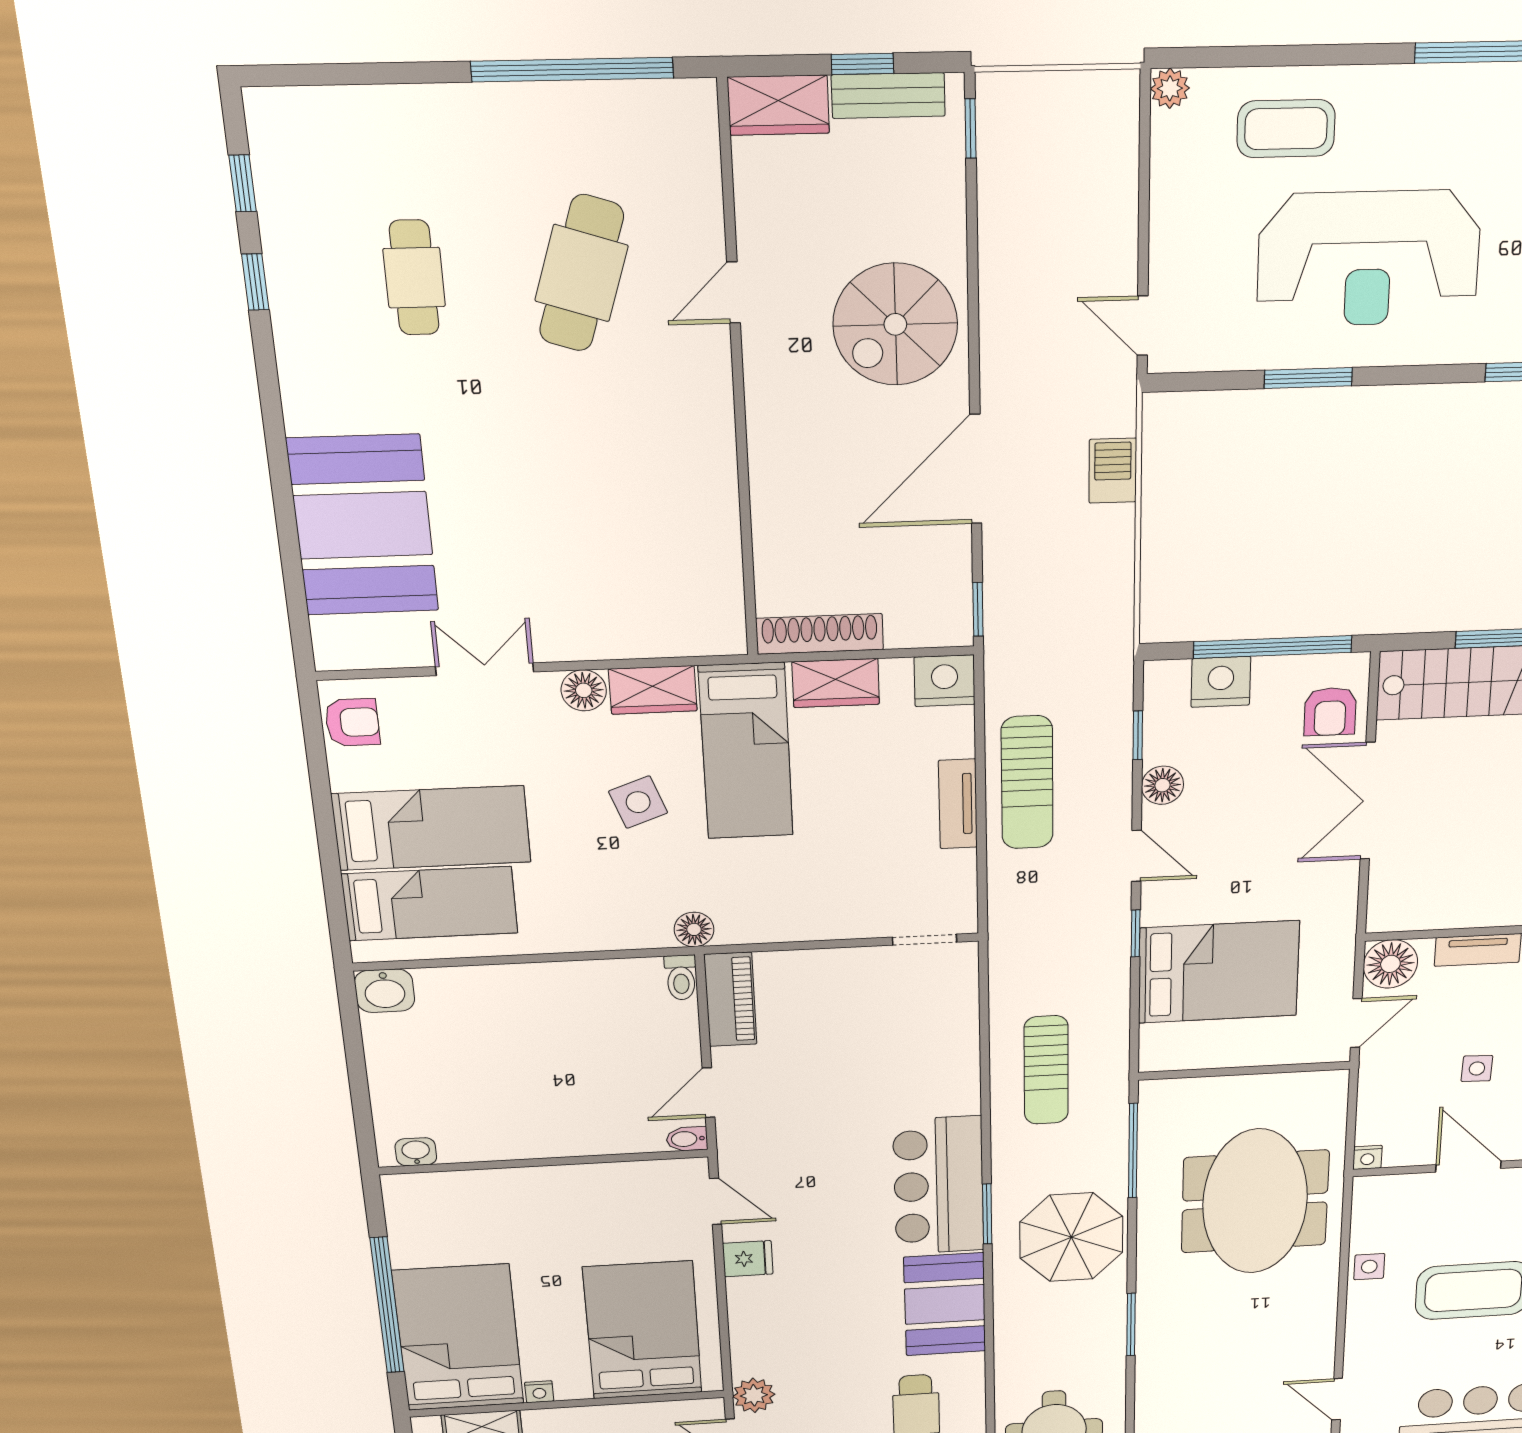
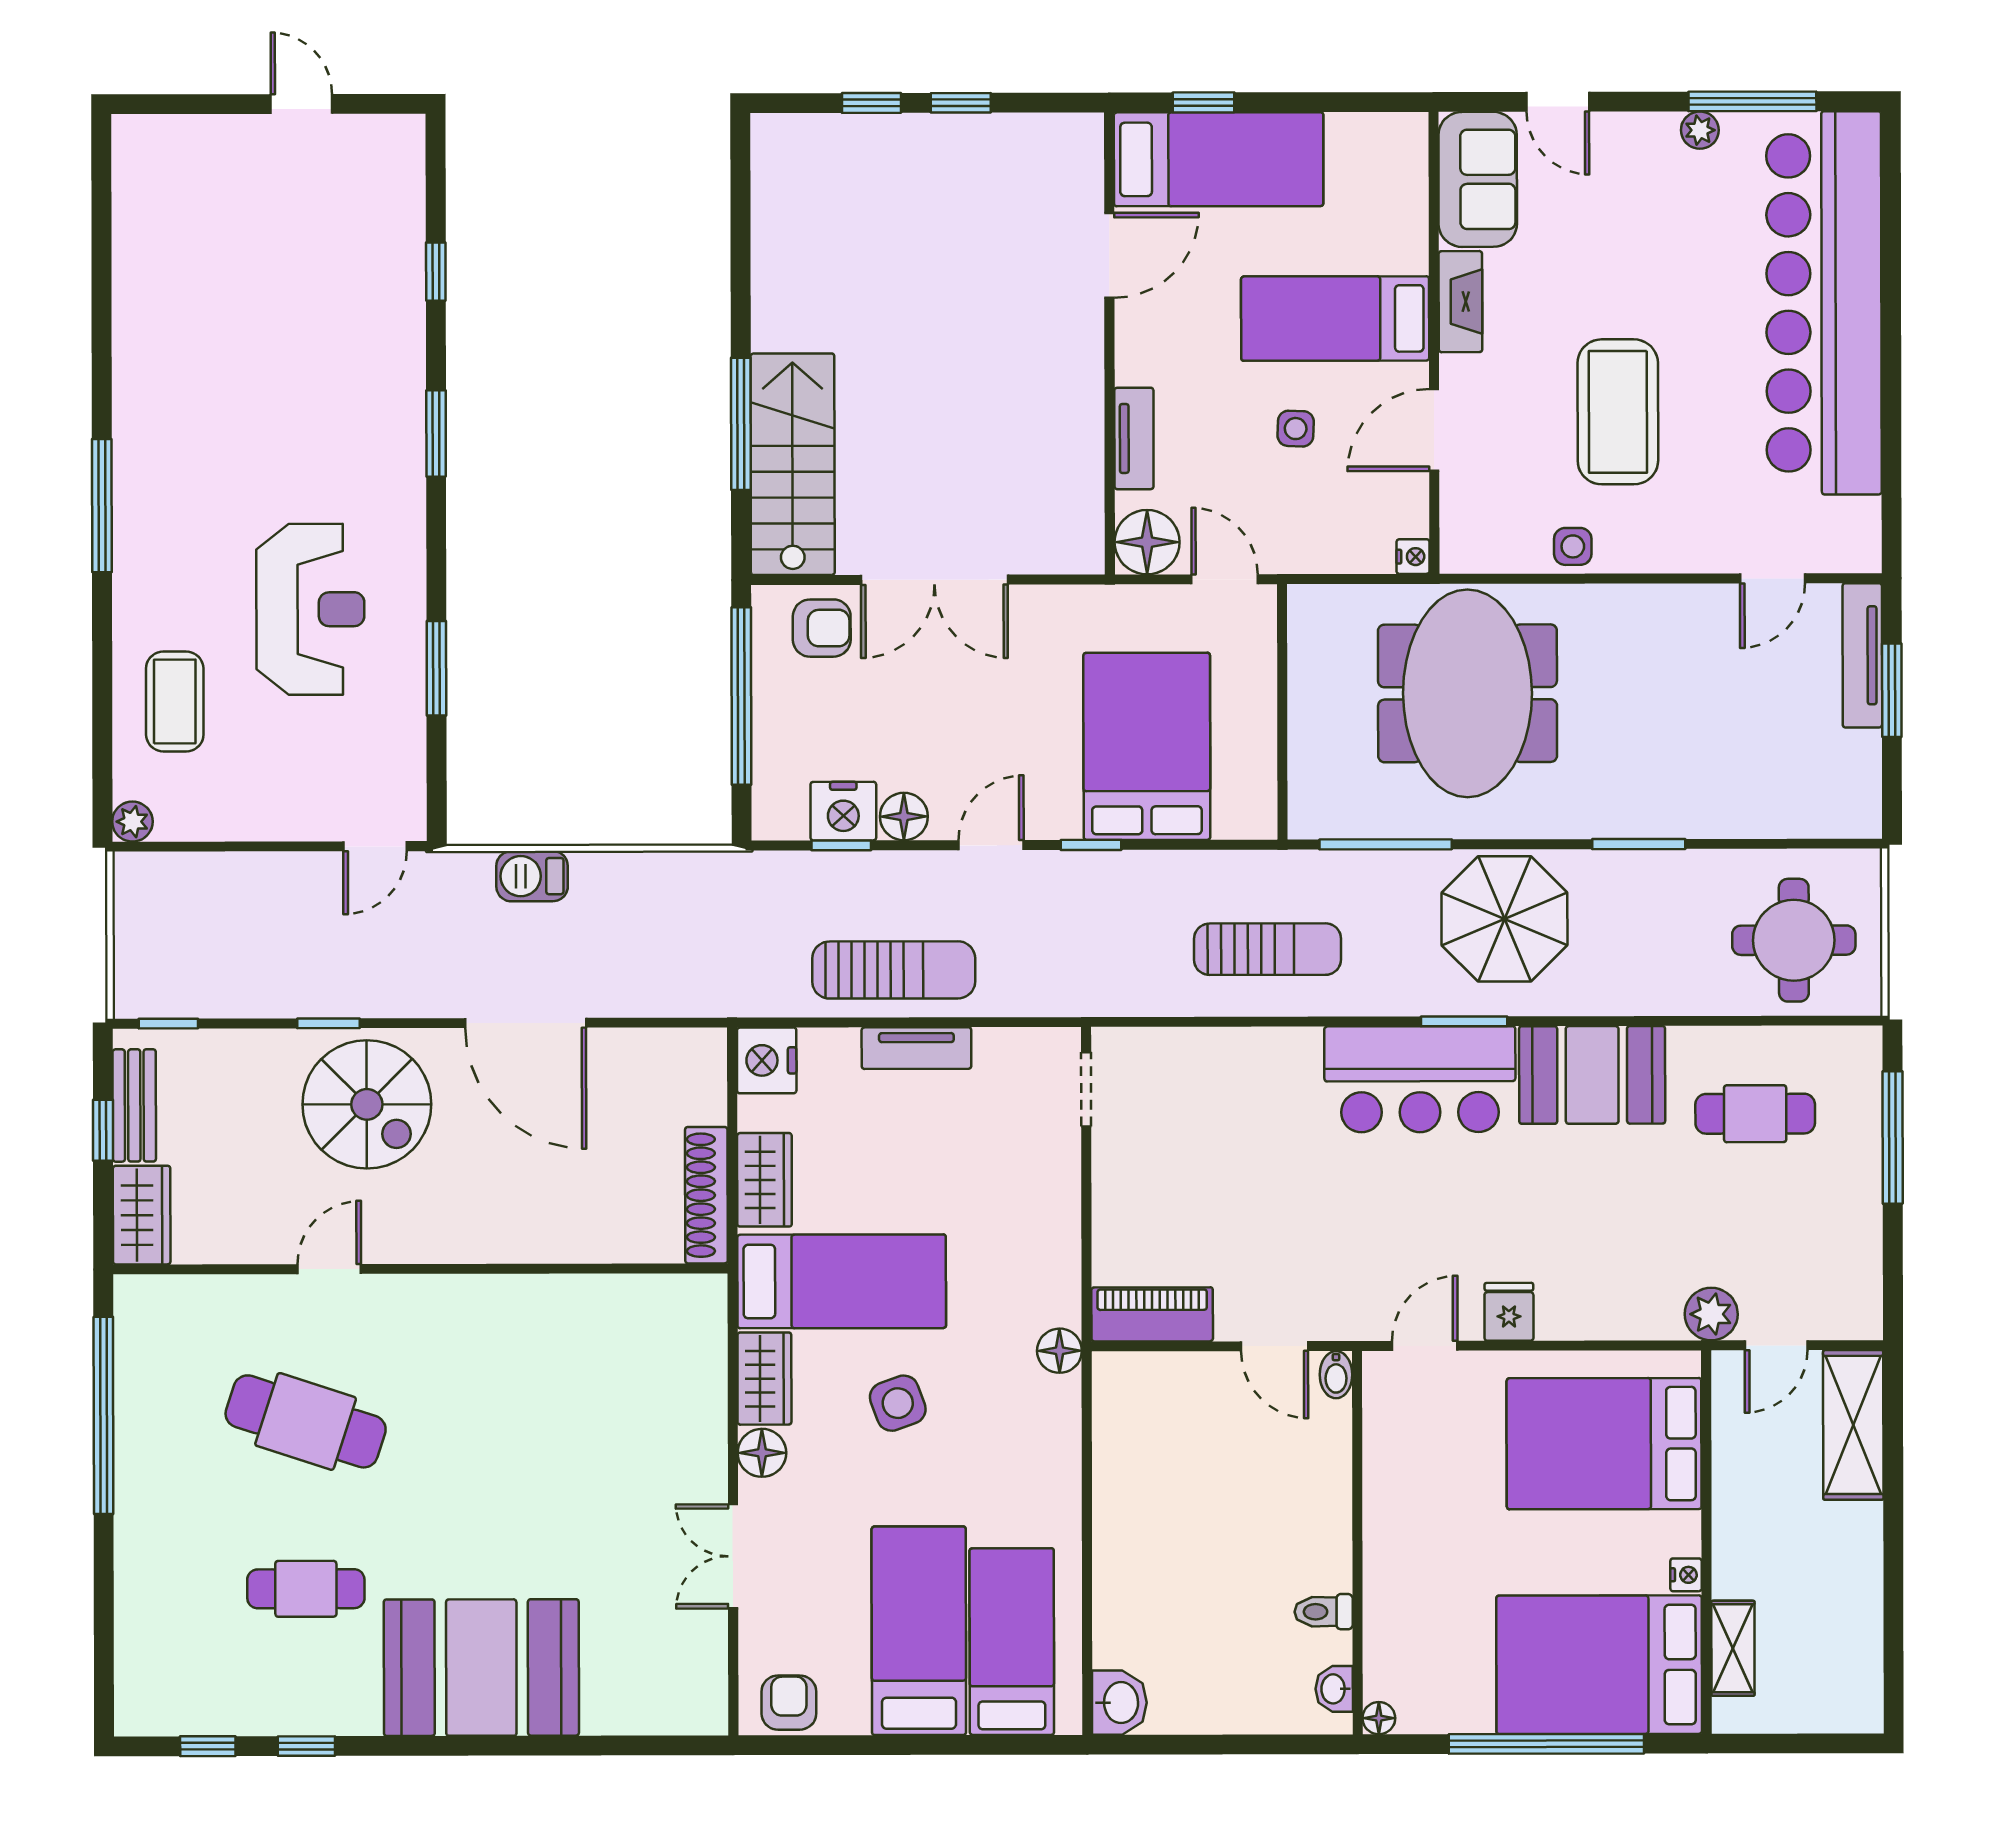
reception desk: (1369, 259) -> (310, 609), width x0.74, depth x0.77
door: (734, 293) -> (329, 1269), swing flipped
booth: (363, 525) -> (481, 1668), moved
window: (978, 609) -> (329, 1023), moved
nightstand: (1221, 682) -> (843, 811), moved, turned -90
toilet: (681, 978) -> (1324, 1612), moved, turned 180
floor lamp: (394, 1186) -> (1379, 1718), added
meeting table: (1255, 1201) -> (1468, 693), turned 90

